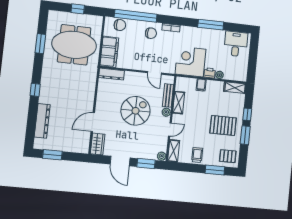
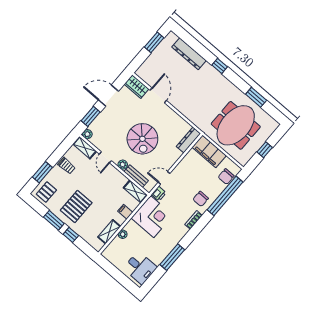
printer: (210, 73) -> (159, 194), moved
shelving: (235, 88) -> (109, 232), moved
shelving: (179, 103) -> (135, 192), moved

